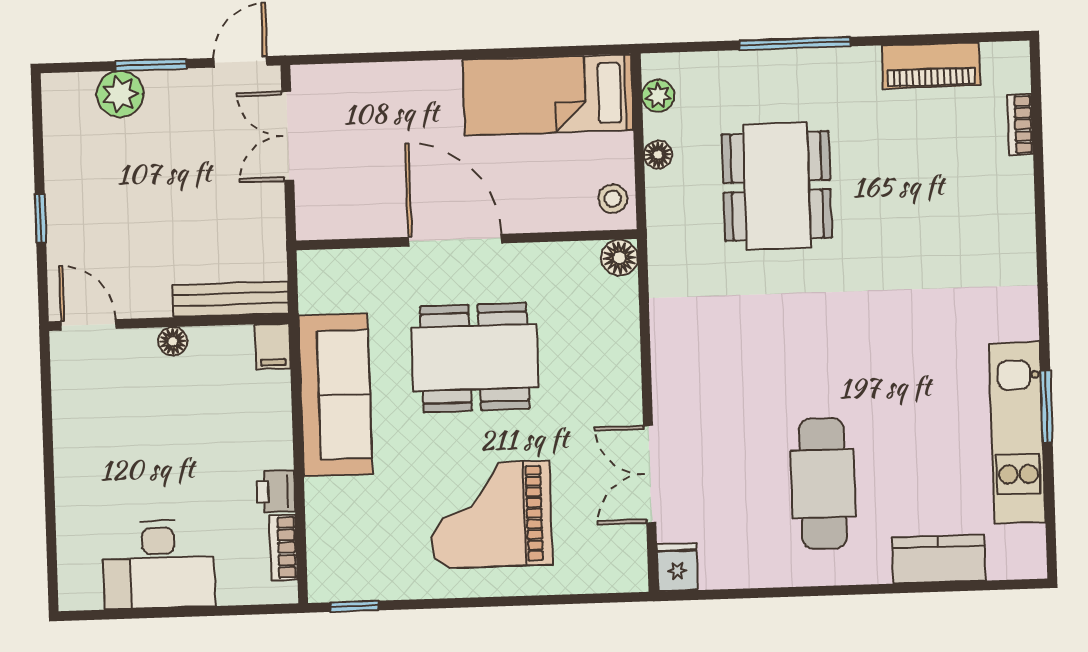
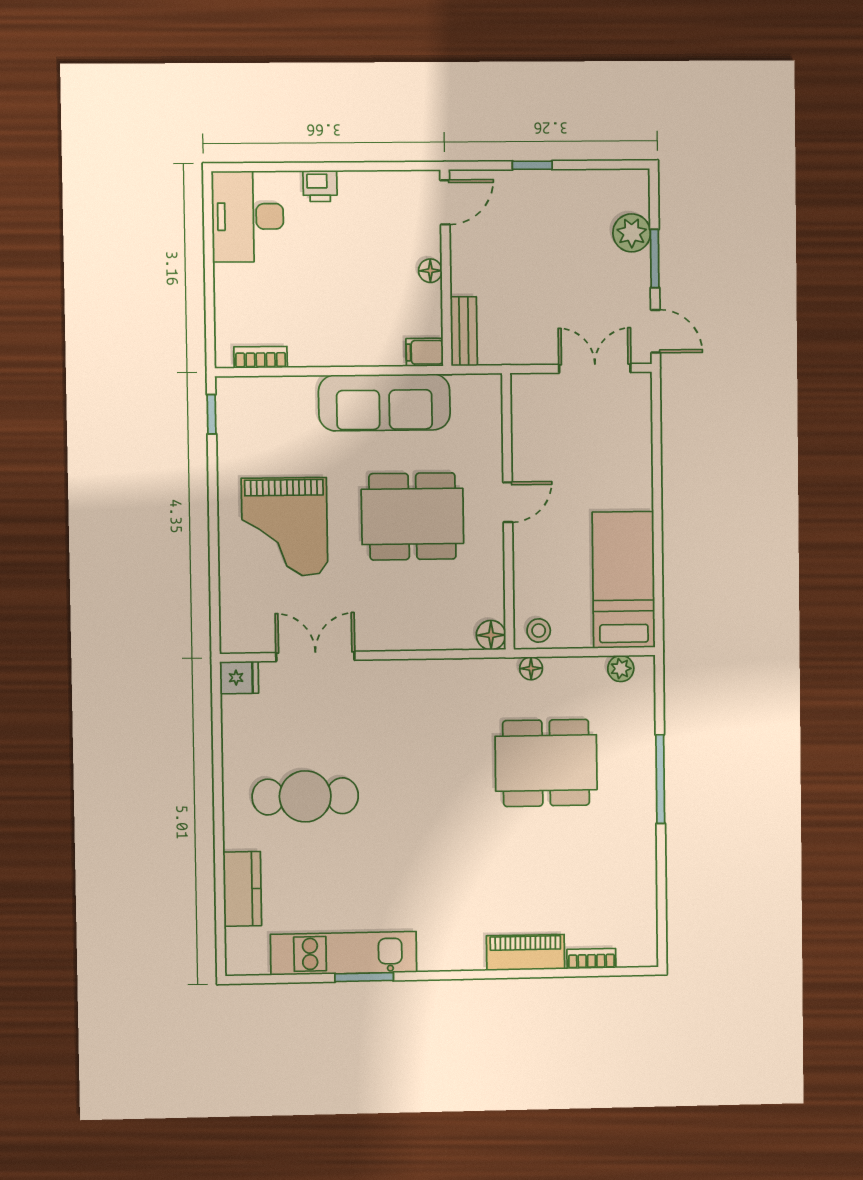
piano: (931, 65) -> (526, 952), moved, turned 90
floor lamp: (658, 155) -> (531, 668), moved
door: (455, 240) -> (508, 502), width x0.53
bench: (231, 299) -> (464, 331), width x0.73
dining table: (475, 358) -> (413, 516), turned 90
printer: (276, 491) -> (320, 186), moved, turned 180
grand piano: (491, 515) -> (285, 527), turned 180
desk: (159, 565) -> (248, 217), moved

